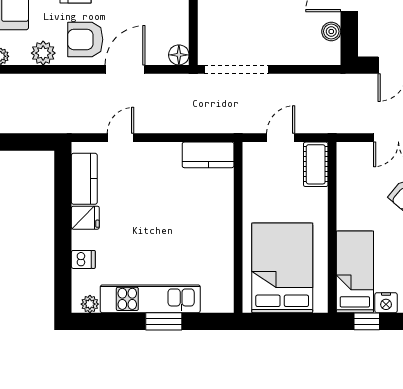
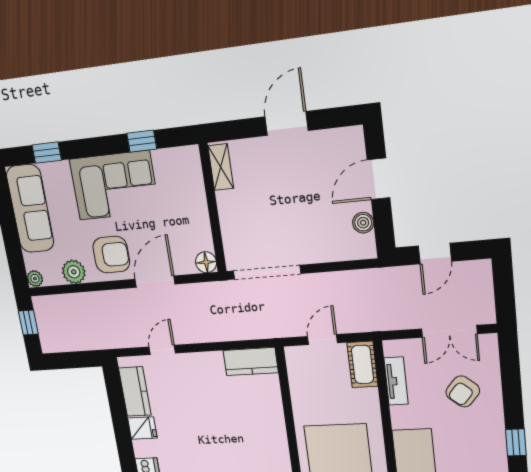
armchair: (85, 39) -> (111, 255), turned 180
tv unit: (345, 182) -> (396, 381), added

